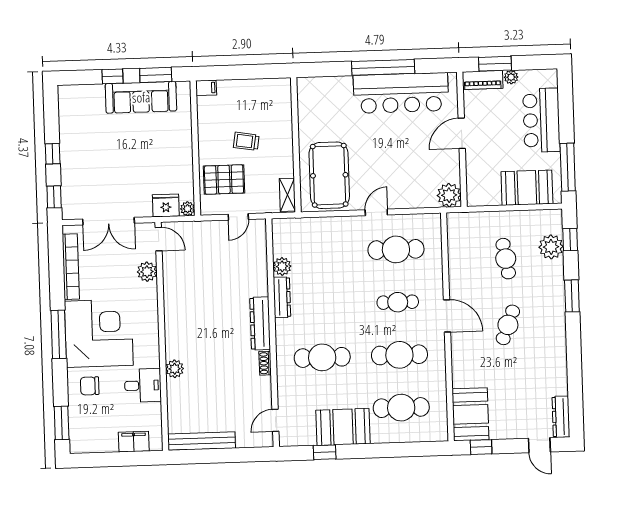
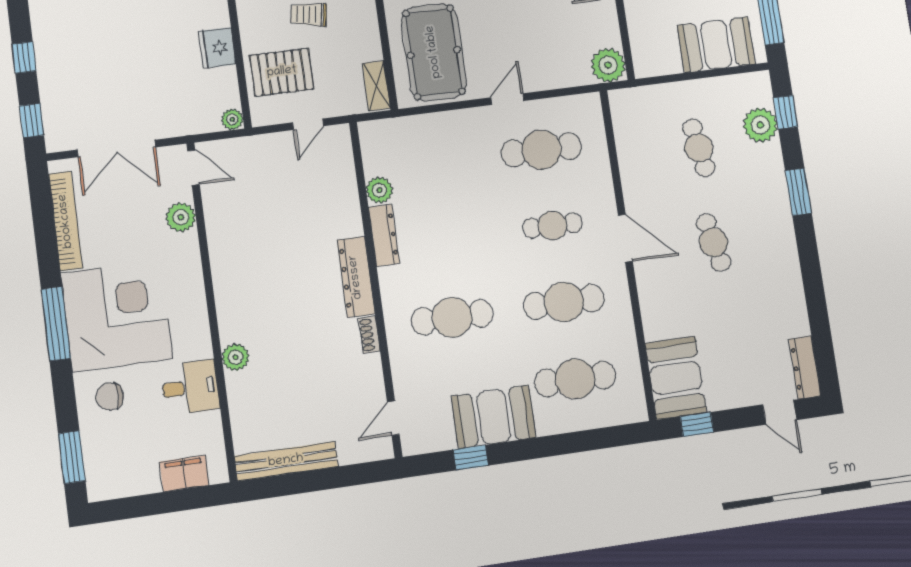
fridge: (166, 205) -> (217, 48), moved, turned -90
cafe table: (508, 325) -> (714, 242), turned -33

